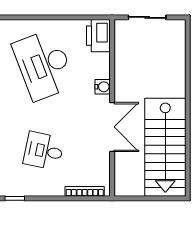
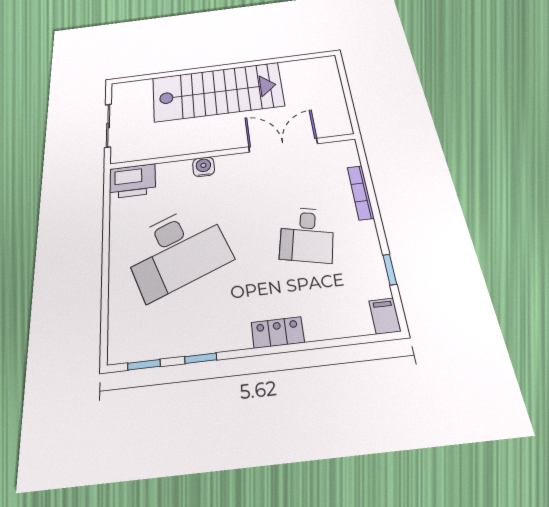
double door: (112, 127) -> (283, 145), moved
stairs: (165, 147) -> (217, 92), moved
bookcase: (85, 191) -> (361, 192), moved

